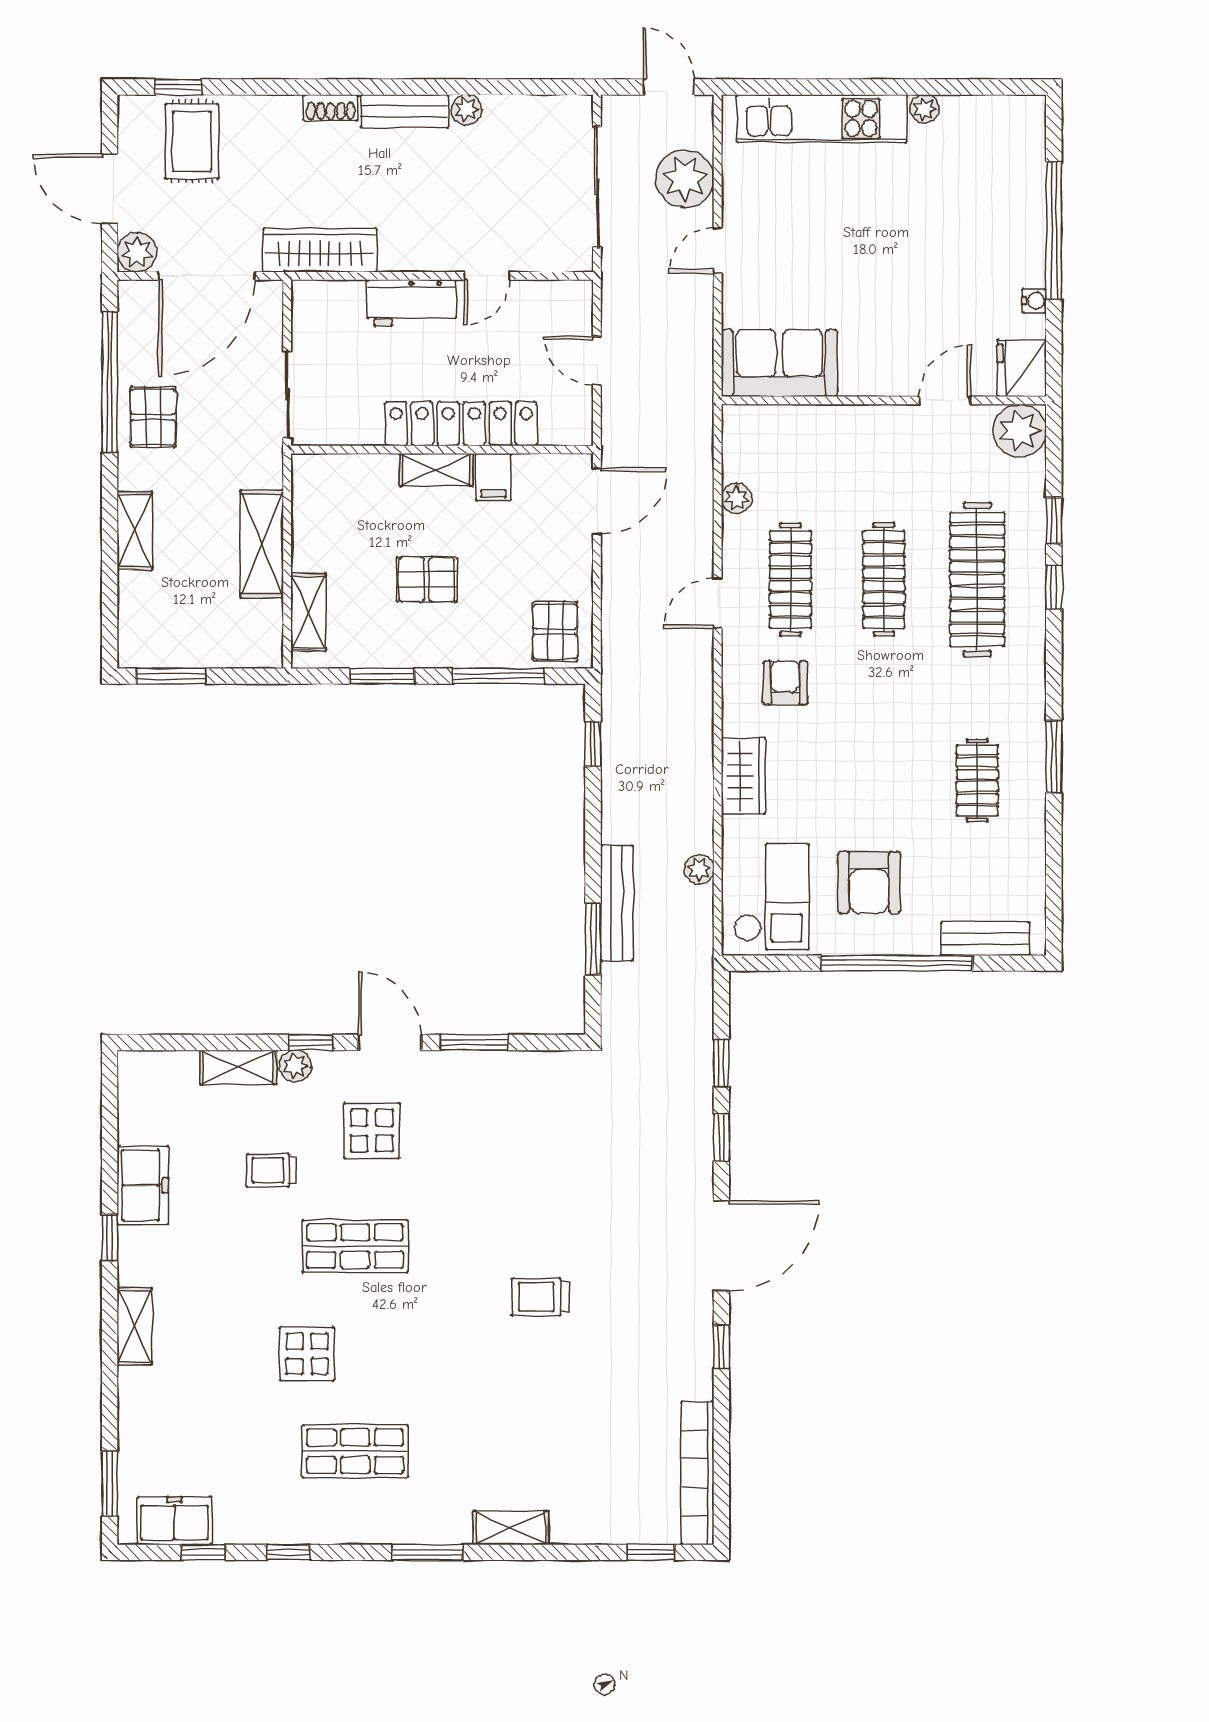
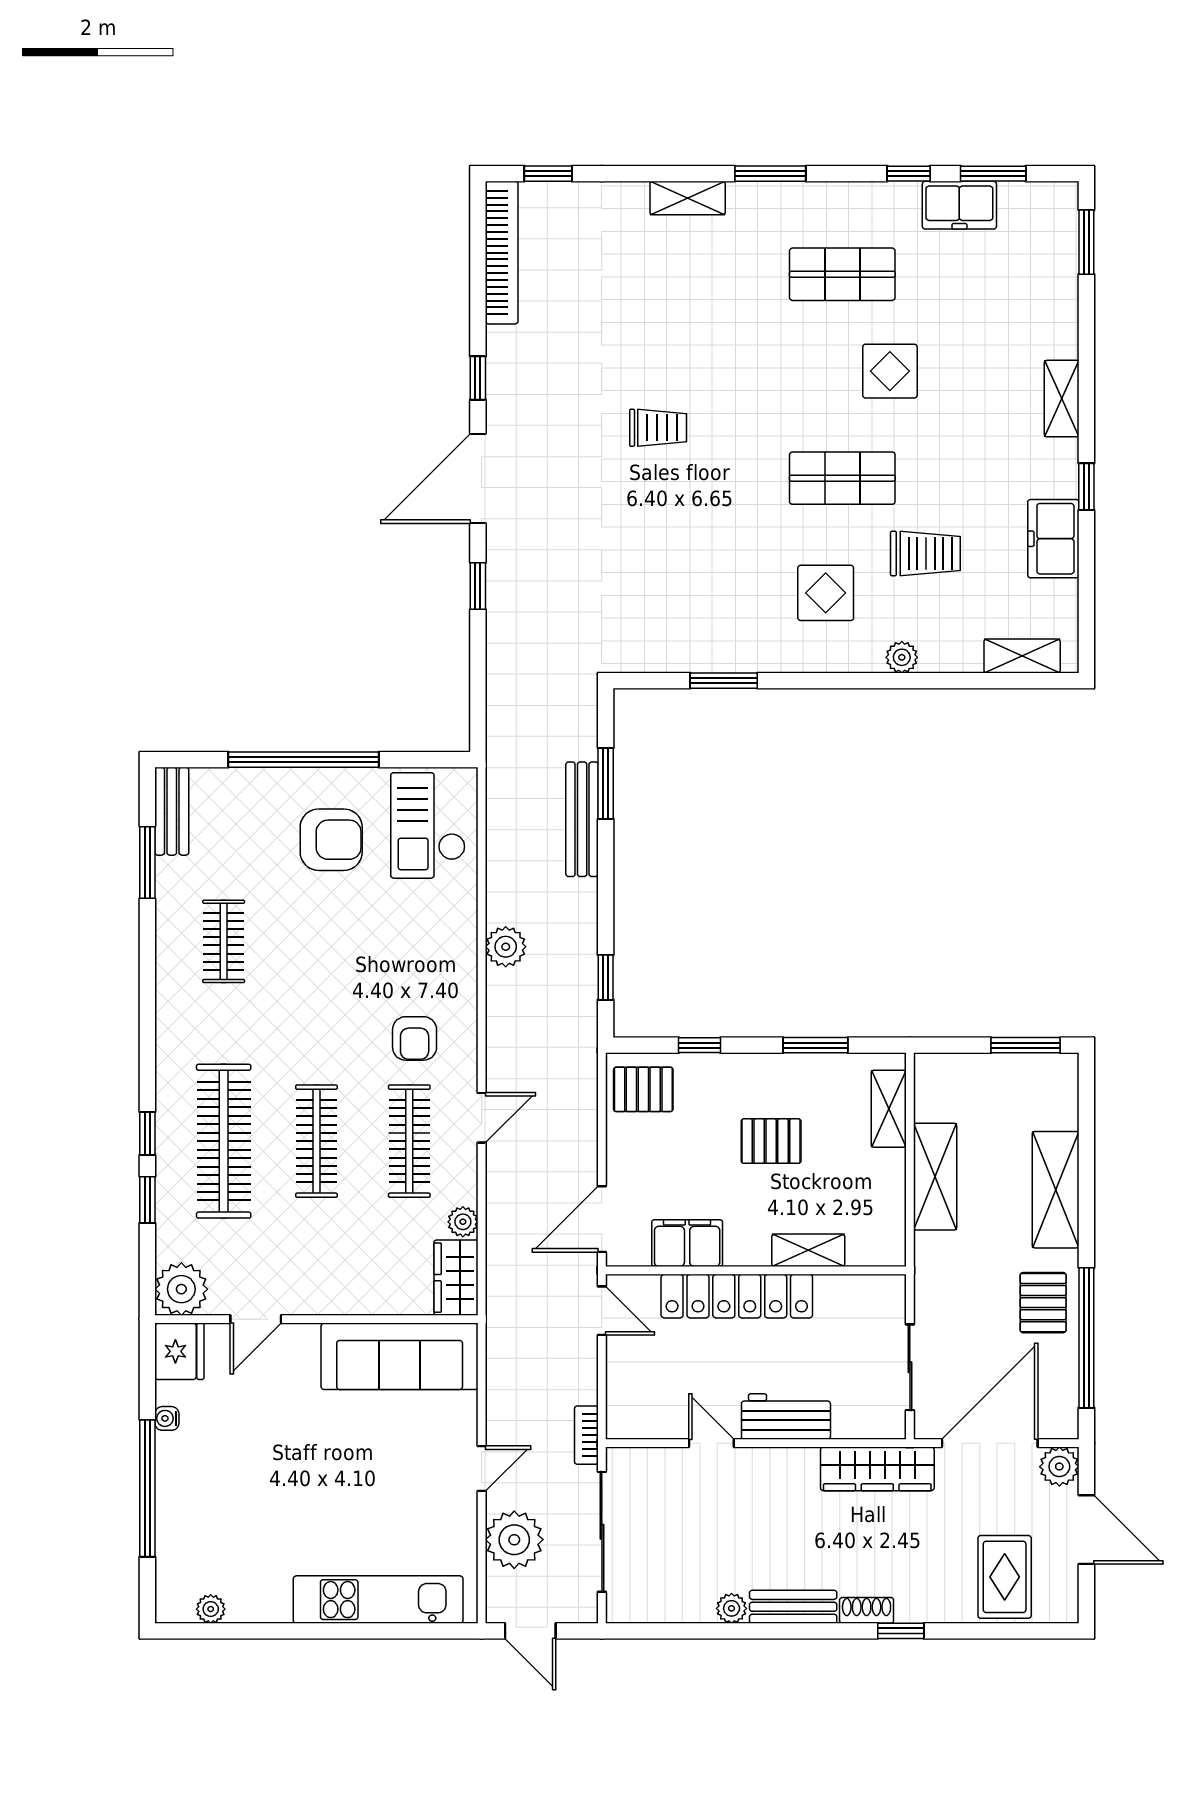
window: (178, 87) -> (901, 1631), moved
plant: (924, 109) -> (211, 1609), moved
door: (487, 276) -> (711, 1443), hinge flipped
bookcase: (612, 284) -> (586, 1435), added
door: (597, 361) -> (602, 1311), moved
sofa: (779, 363) -> (400, 1356), width x1.36
sliding door: (287, 395) -> (910, 1367), moved
shelving: (436, 470) -> (808, 1250), moved
filing cabinet: (493, 477) -> (687, 1243), width x2.00
shelving: (135, 531) -> (1056, 1190), width x1.50, depth x1.33
pallet: (555, 632) -> (643, 1089), turned 90
window: (499, 676) -> (700, 1045), width x0.46
window: (1054, 757) -> (147, 862), moved
wardrobe: (743, 776) -> (456, 1278), moved
plant: (699, 869) -> (506, 947), moved, width x1.38, depth x1.38
armchair: (869, 883) -> (331, 840), turned 90
bench: (985, 939) -> (172, 811), moved, turned 90
window: (311, 1042) -> (886, 681), removed
door: (390, 1042) -> (808, 681), removed
window: (721, 1063) -> (478, 660), removed
shelving: (238, 1067) -> (1022, 656), moved
trolley: (271, 1170) -> (925, 553), width x1.36, depth x1.39
freezer: (174, 1521) -> (959, 205), moved
window: (203, 1552) -> (993, 174), width x1.50

